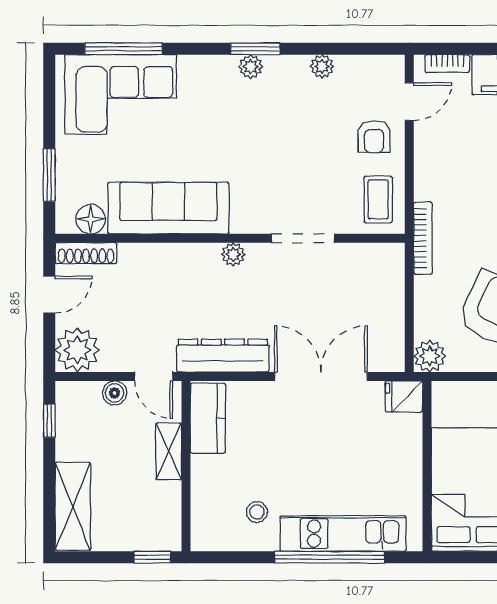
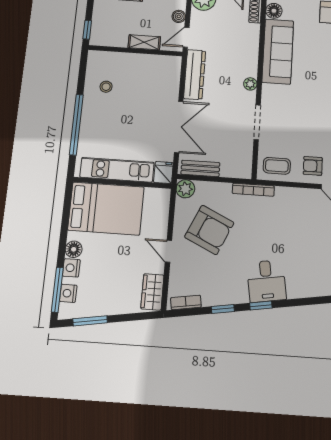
bench: (392, 333) -> (200, 168), added
kitchen counter: (208, 418) -> (161, 64), removed
kitchen unit: (343, 534) -> (117, 170), moved, turned -90

